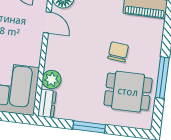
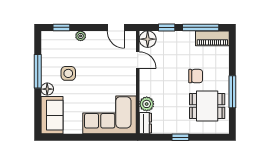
chair: (118, 52) -> (196, 76), turned 84
window: (89, 127) -> (180, 137), width x0.67

